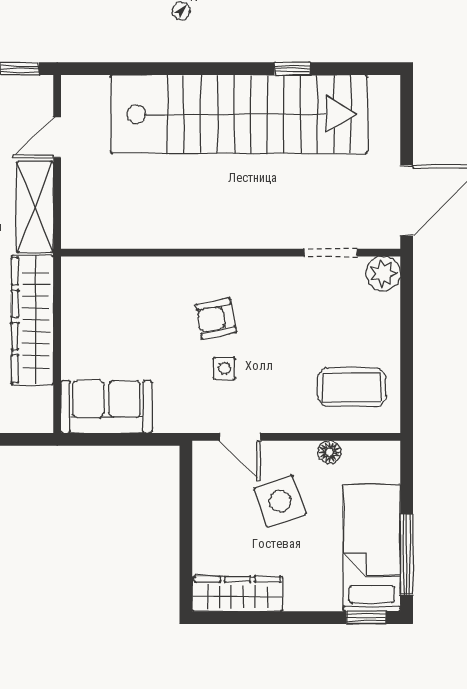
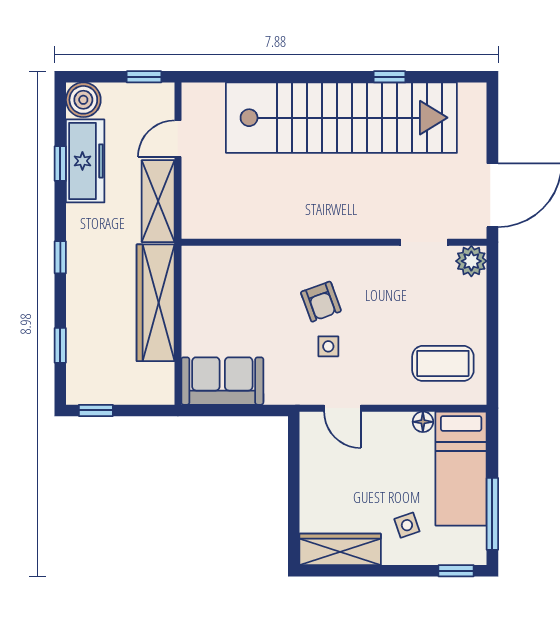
armchair: (216, 319) -> (321, 302), turned -99
side table: (280, 501) -> (407, 525), moved, width x0.54, depth x0.54
bed: (372, 548) -> (461, 469), moved, turned 180

